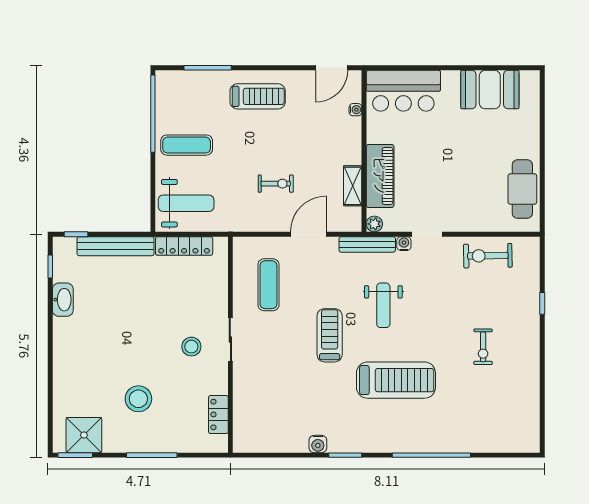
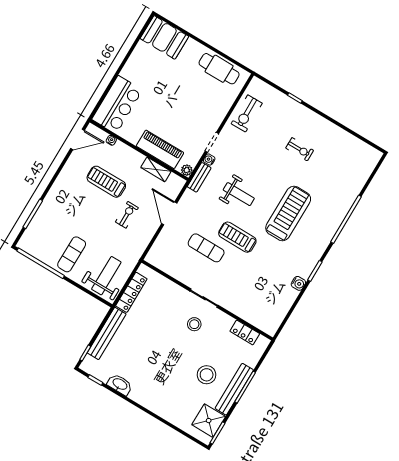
door: (332, 68) -> (78, 139), hinge flipped
booth: (490, 90) -> (164, 37), moved, turned 90
treadmill: (258, 96) -> (106, 182), moved, turned -90
bench: (367, 244) -> (199, 177), width x0.73
exercise mat: (268, 285) -> (206, 248), moved
bench: (141, 443) -> (234, 389), added

